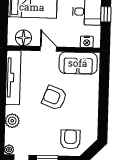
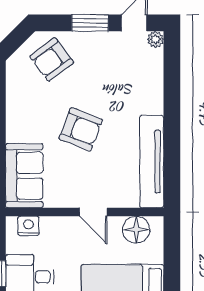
sofa: (78, 63) -> (24, 176), moved, turned 90
plant: (12, 121) -> (151, 88), removed
armchair: (70, 139) -> (52, 59), turned 53

